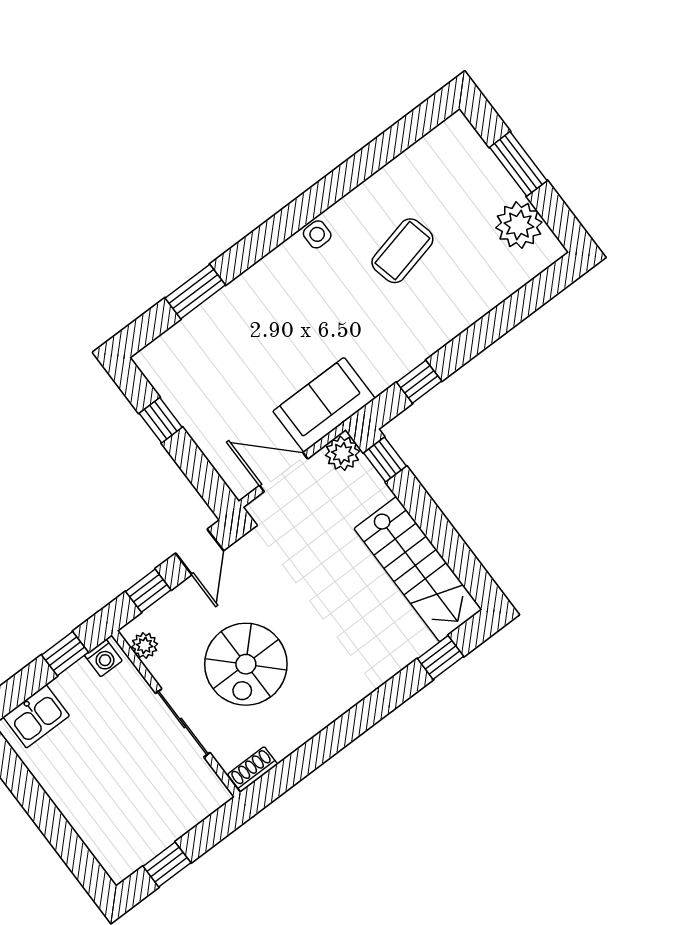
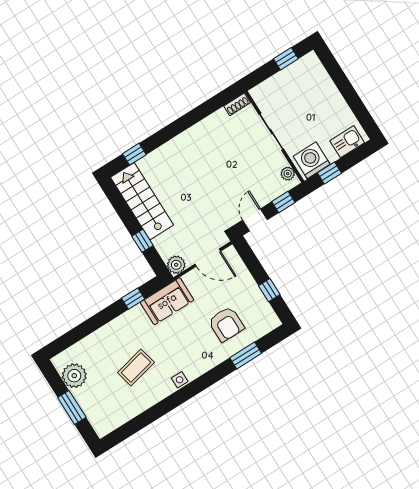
armchair: (237, 348) -> (226, 324), added
sofa: (324, 405) -> (167, 301), moved
window: (385, 459) -> (142, 241), moved
washing machine: (103, 658) -> (312, 160), width x1.89, depth x1.89
spiral stairs: (246, 664) -> (236, 159), removed

